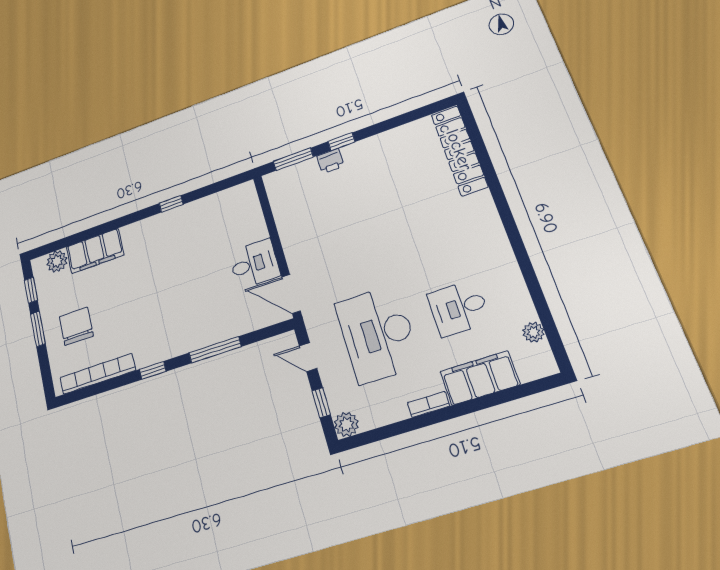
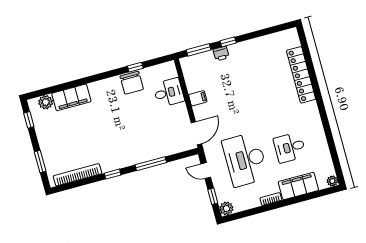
locker: (459, 150) -> (301, 75), moved
window: (171, 204) -> (135, 67), moved
filing cabinet: (293, 236) -> (198, 98), added
desk: (254, 264) -> (169, 93), moved
door: (291, 294) -> (196, 133), swing flipped
chair: (76, 326) -> (132, 83), moved, turned 180
window: (38, 329) -> (40, 162), moved
plant: (533, 332) -> (332, 181), moved

